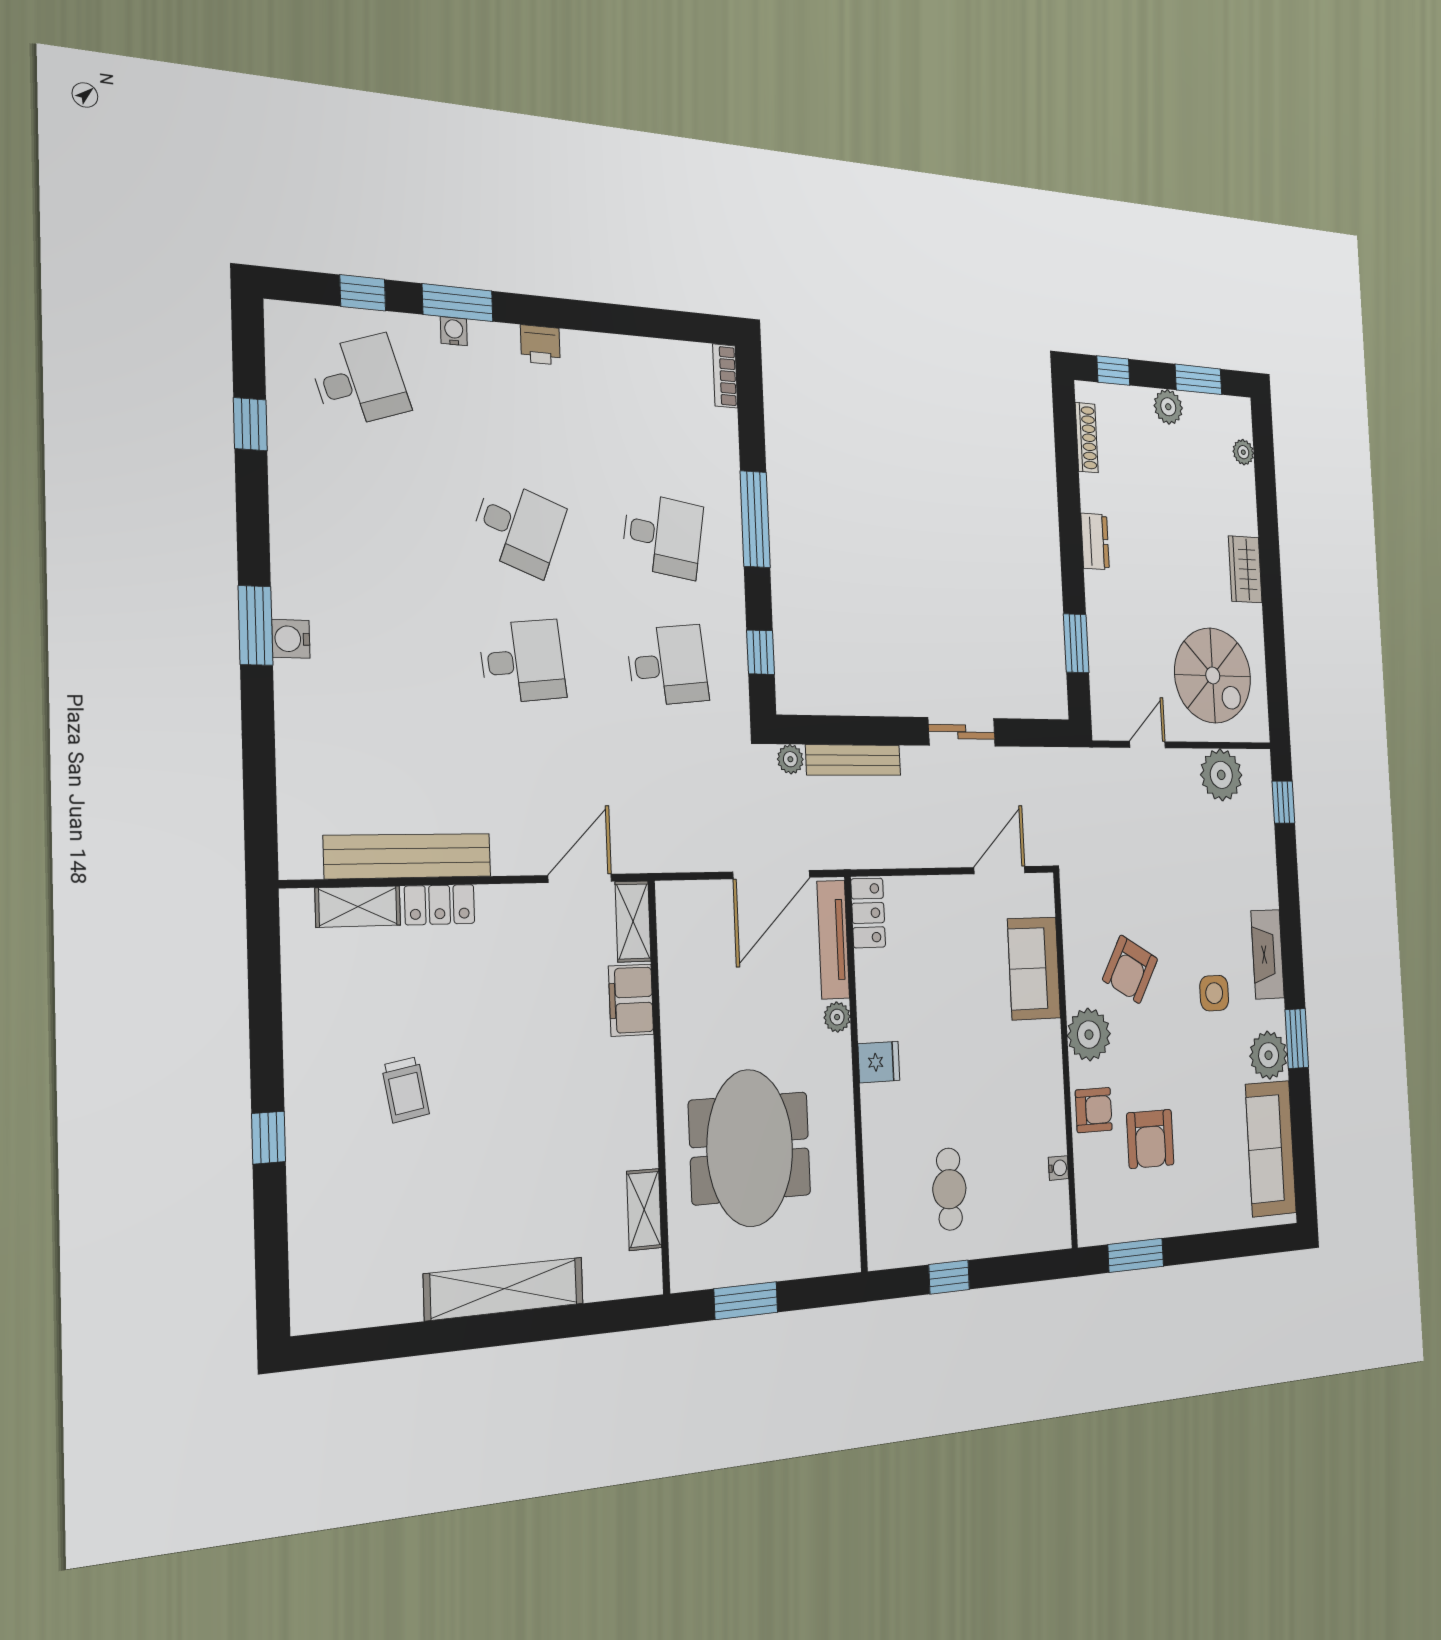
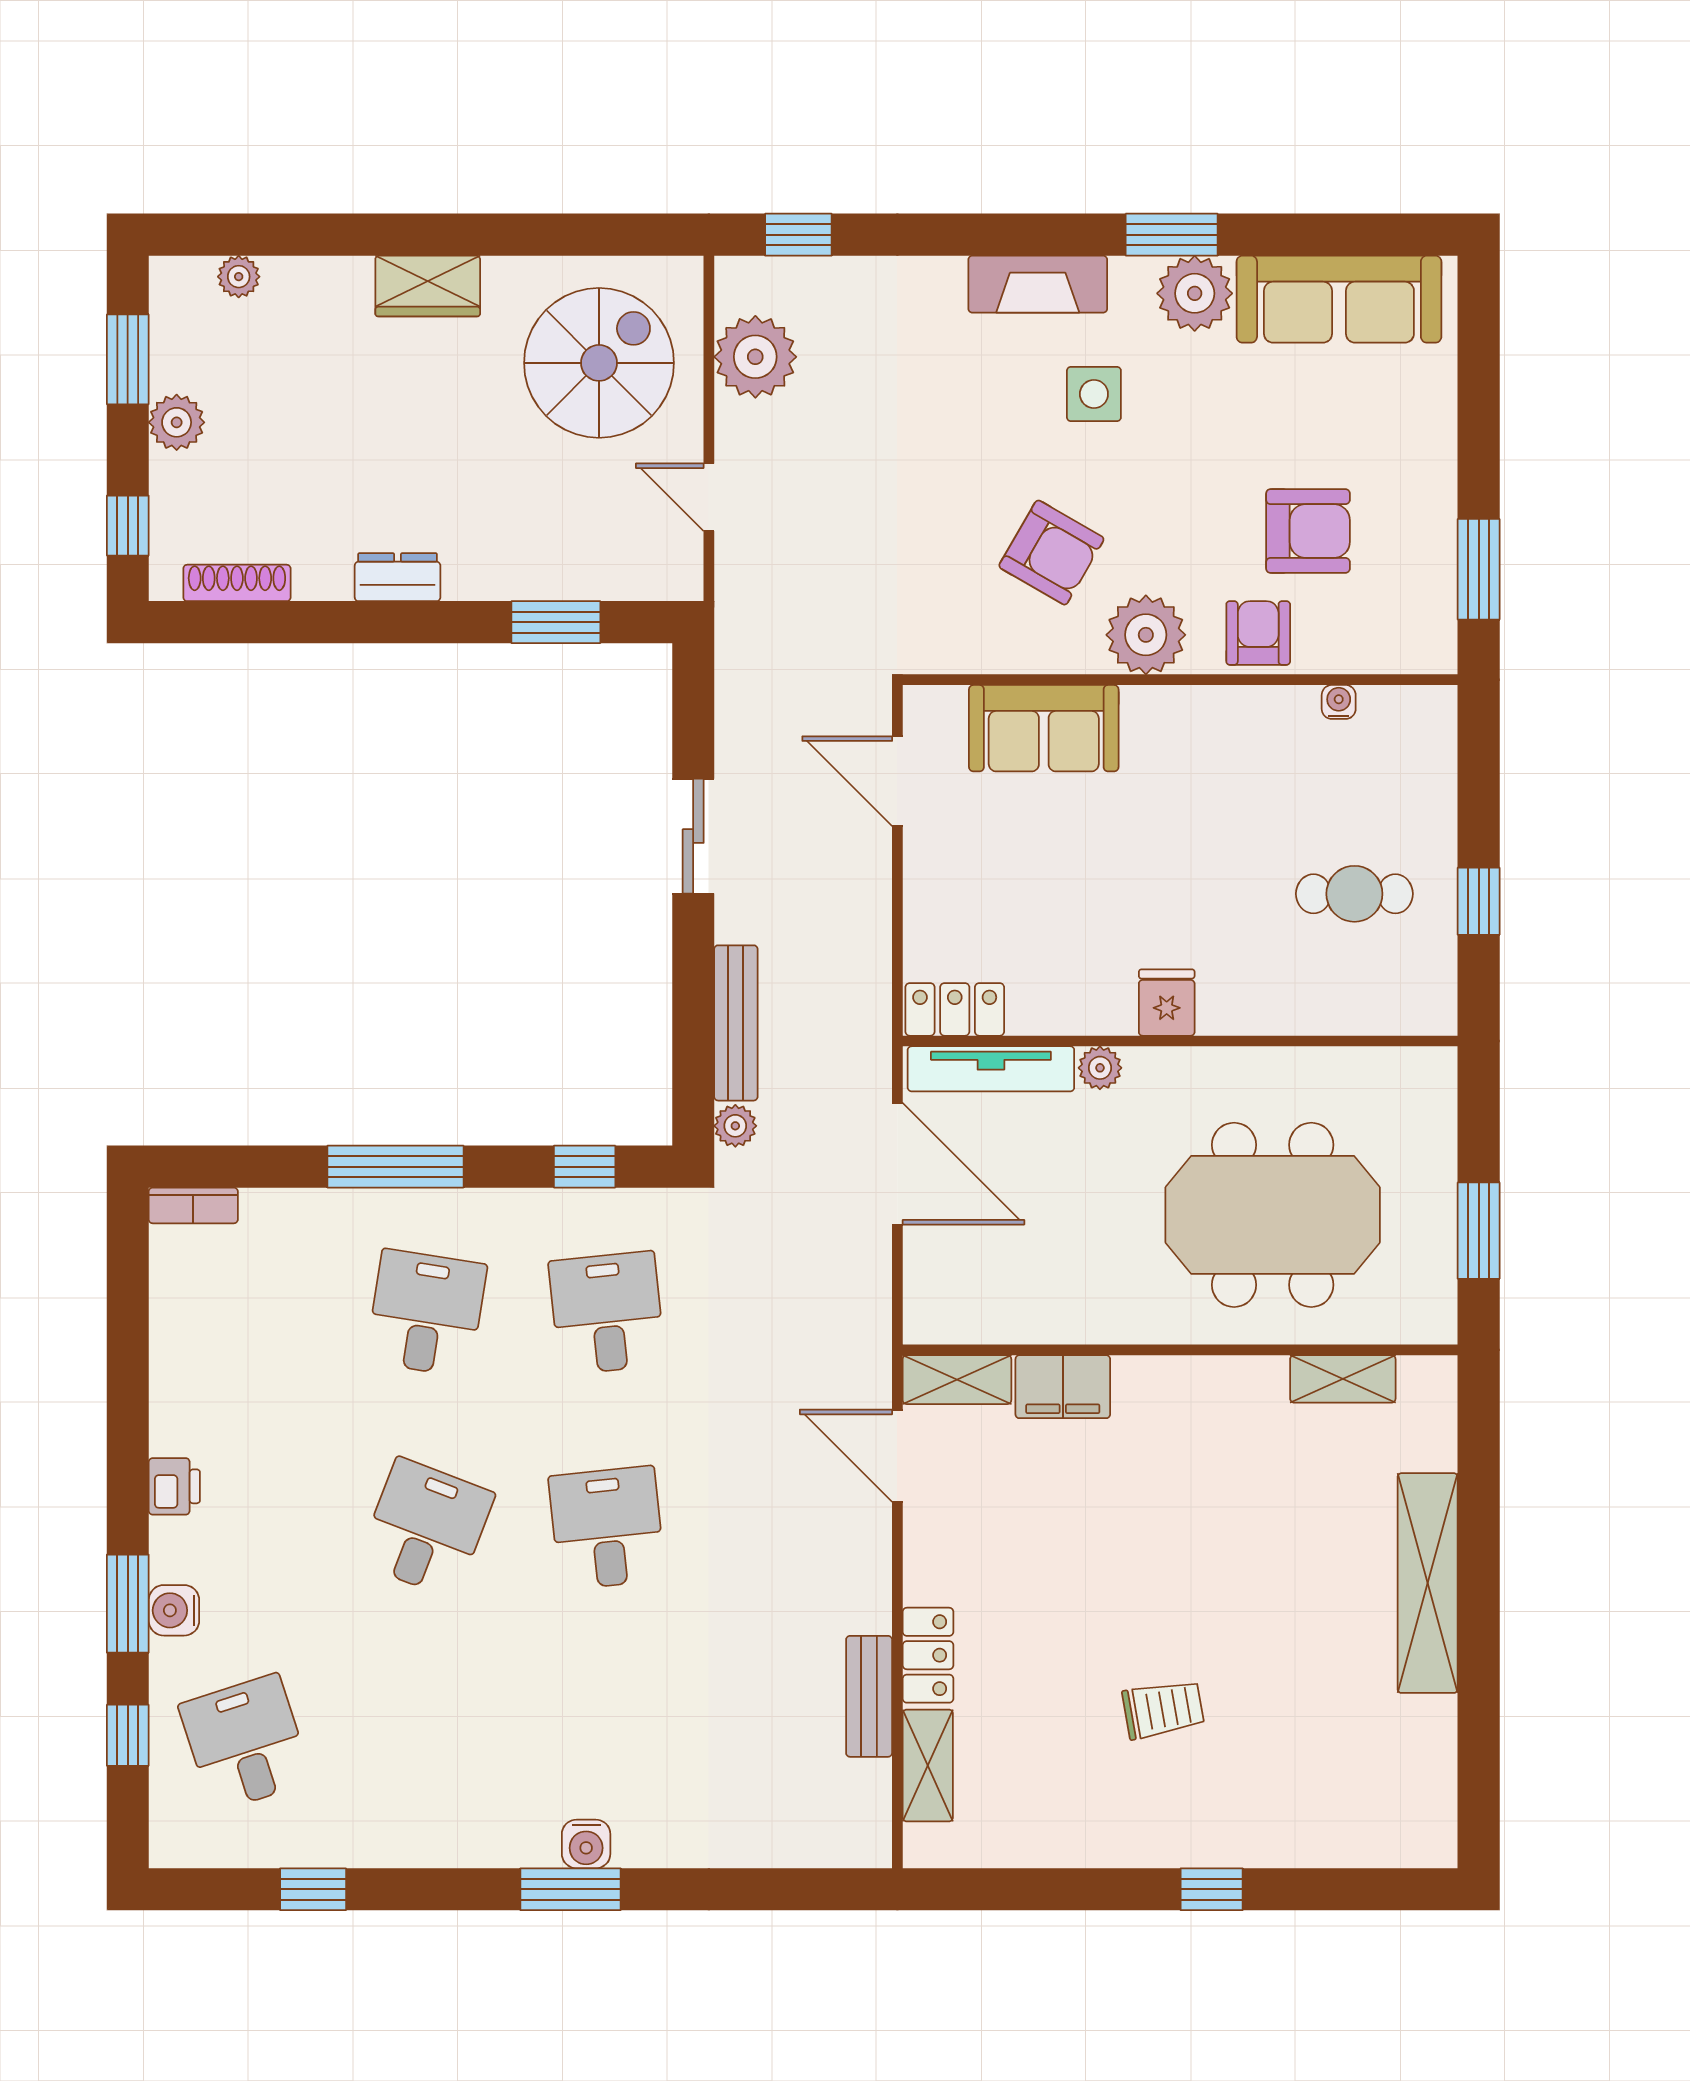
water cooler: (454, 331) -> (174, 1610), width x1.38, depth x1.38
bench: (408, 856) -> (869, 1696), width x0.54, depth x0.82

